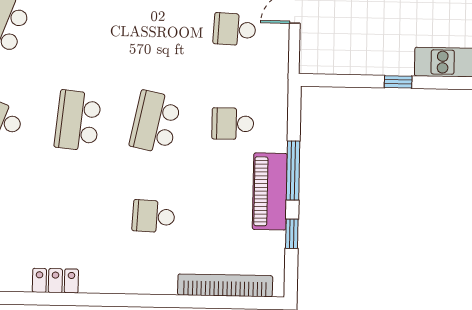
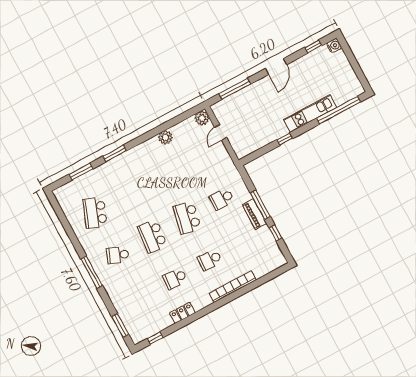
school desk: (235, 29) -> (175, 279), moved
piano: (270, 191) -> (255, 214), width x0.73, depth x0.75
bookcase: (225, 285) -> (233, 287), moved

